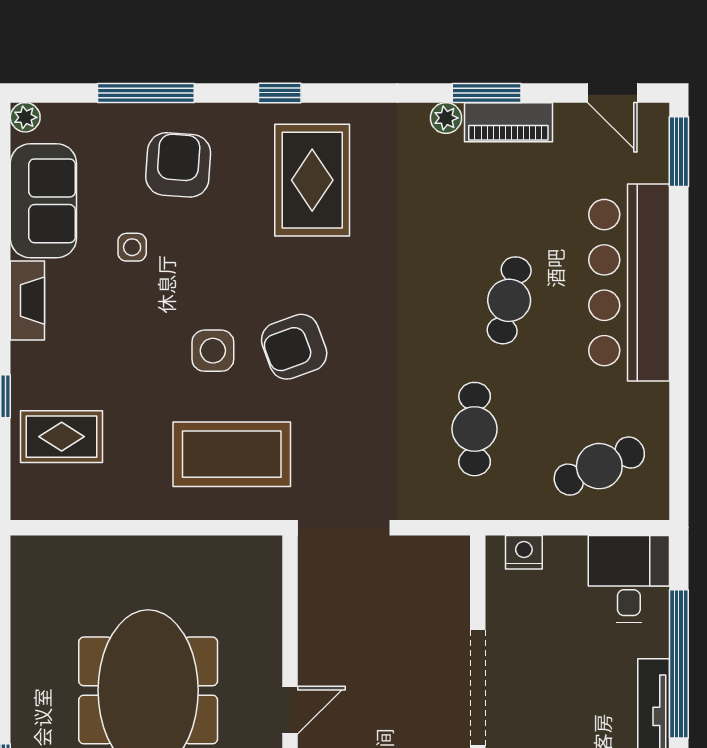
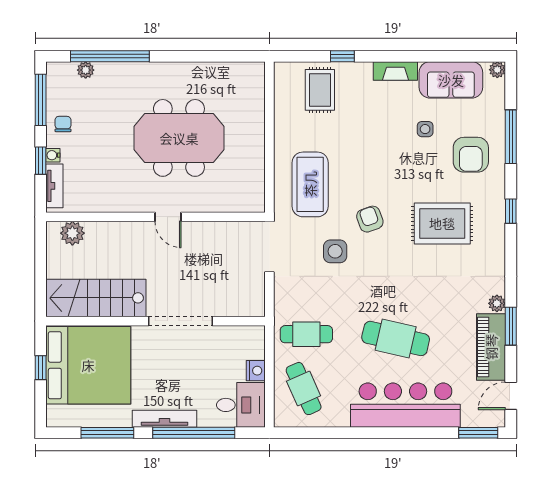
piano: (508, 122) -> (491, 347), width x1.37, depth x1.33
armchair: (178, 165) -> (471, 155), turned 86
rug: (312, 180) -> (442, 223), moved
cafe table: (509, 300) -> (396, 338), width x1.37, depth x1.35
armchair: (294, 347) -> (370, 219), width x0.72, depth x0.72
side table: (213, 351) -> (335, 251), moved
cafe table: (475, 429) -> (306, 334), moved
nightstand: (524, 552) -> (256, 371), moved

